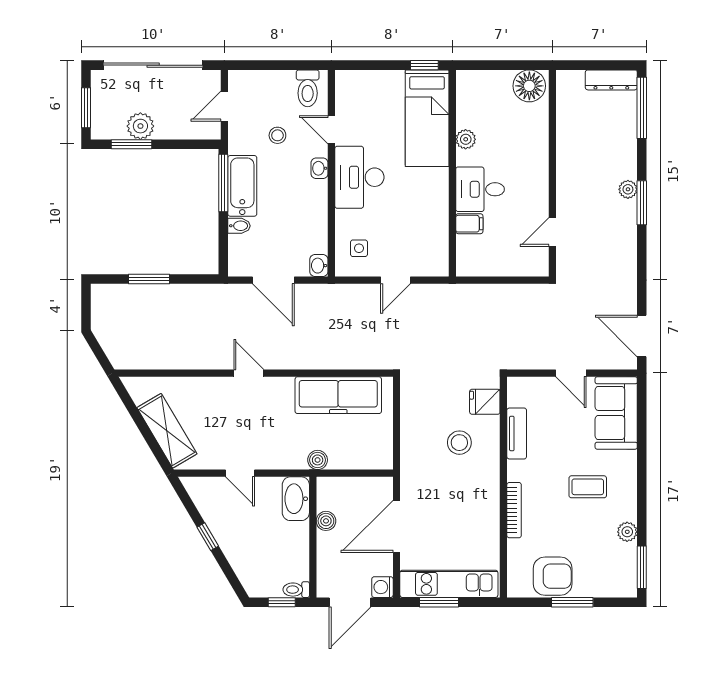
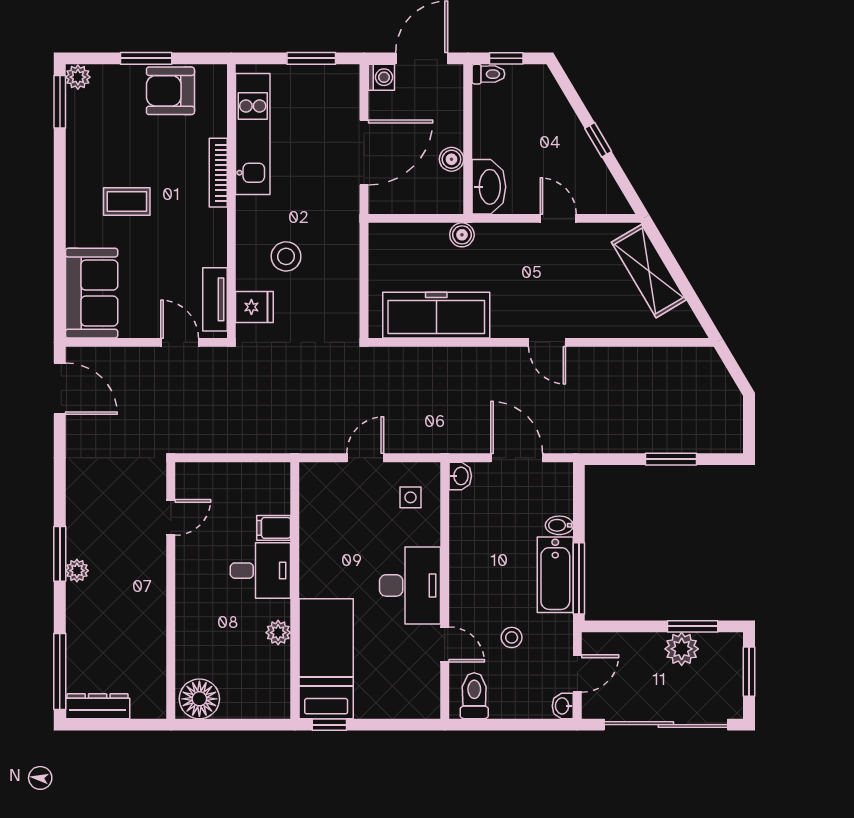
washbasin: (320, 168) -> (563, 706), moved, turned 180
door: (571, 373) -> (180, 342), moved
tv unit: (517, 433) -> (215, 299), moved
plant: (627, 532) -> (78, 77), moved
kitchen unit: (449, 584) -> (253, 134), moved, turned -90

